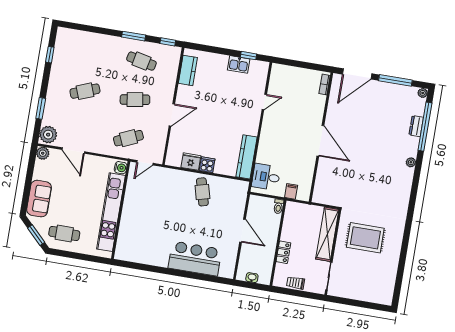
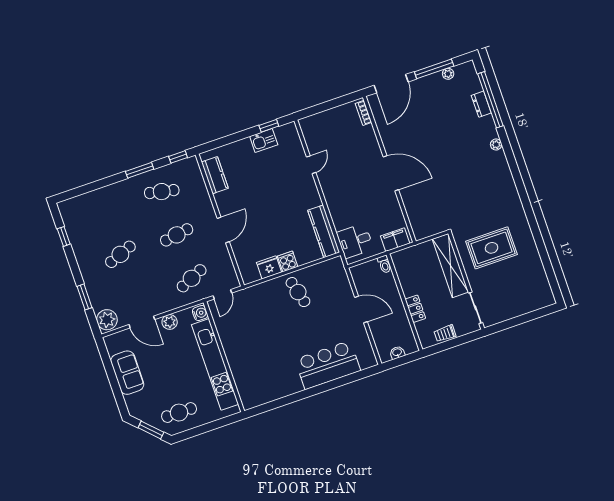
plant: (423, 93) -> (448, 74), moved
plant: (43, 153) -> (170, 322), moved
filing cabinet: (291, 191) -> (395, 240), width x2.00
sofa: (39, 199) -> (127, 373), moved

